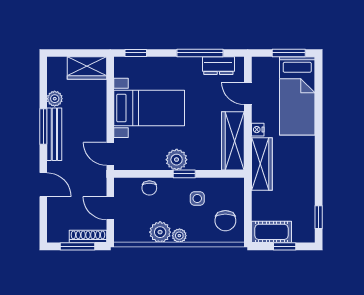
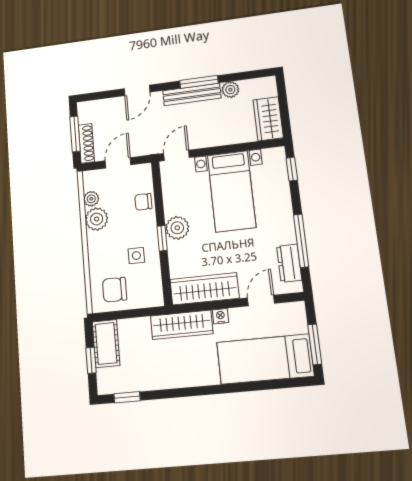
plant: (179, 236) -> (91, 199), moved

